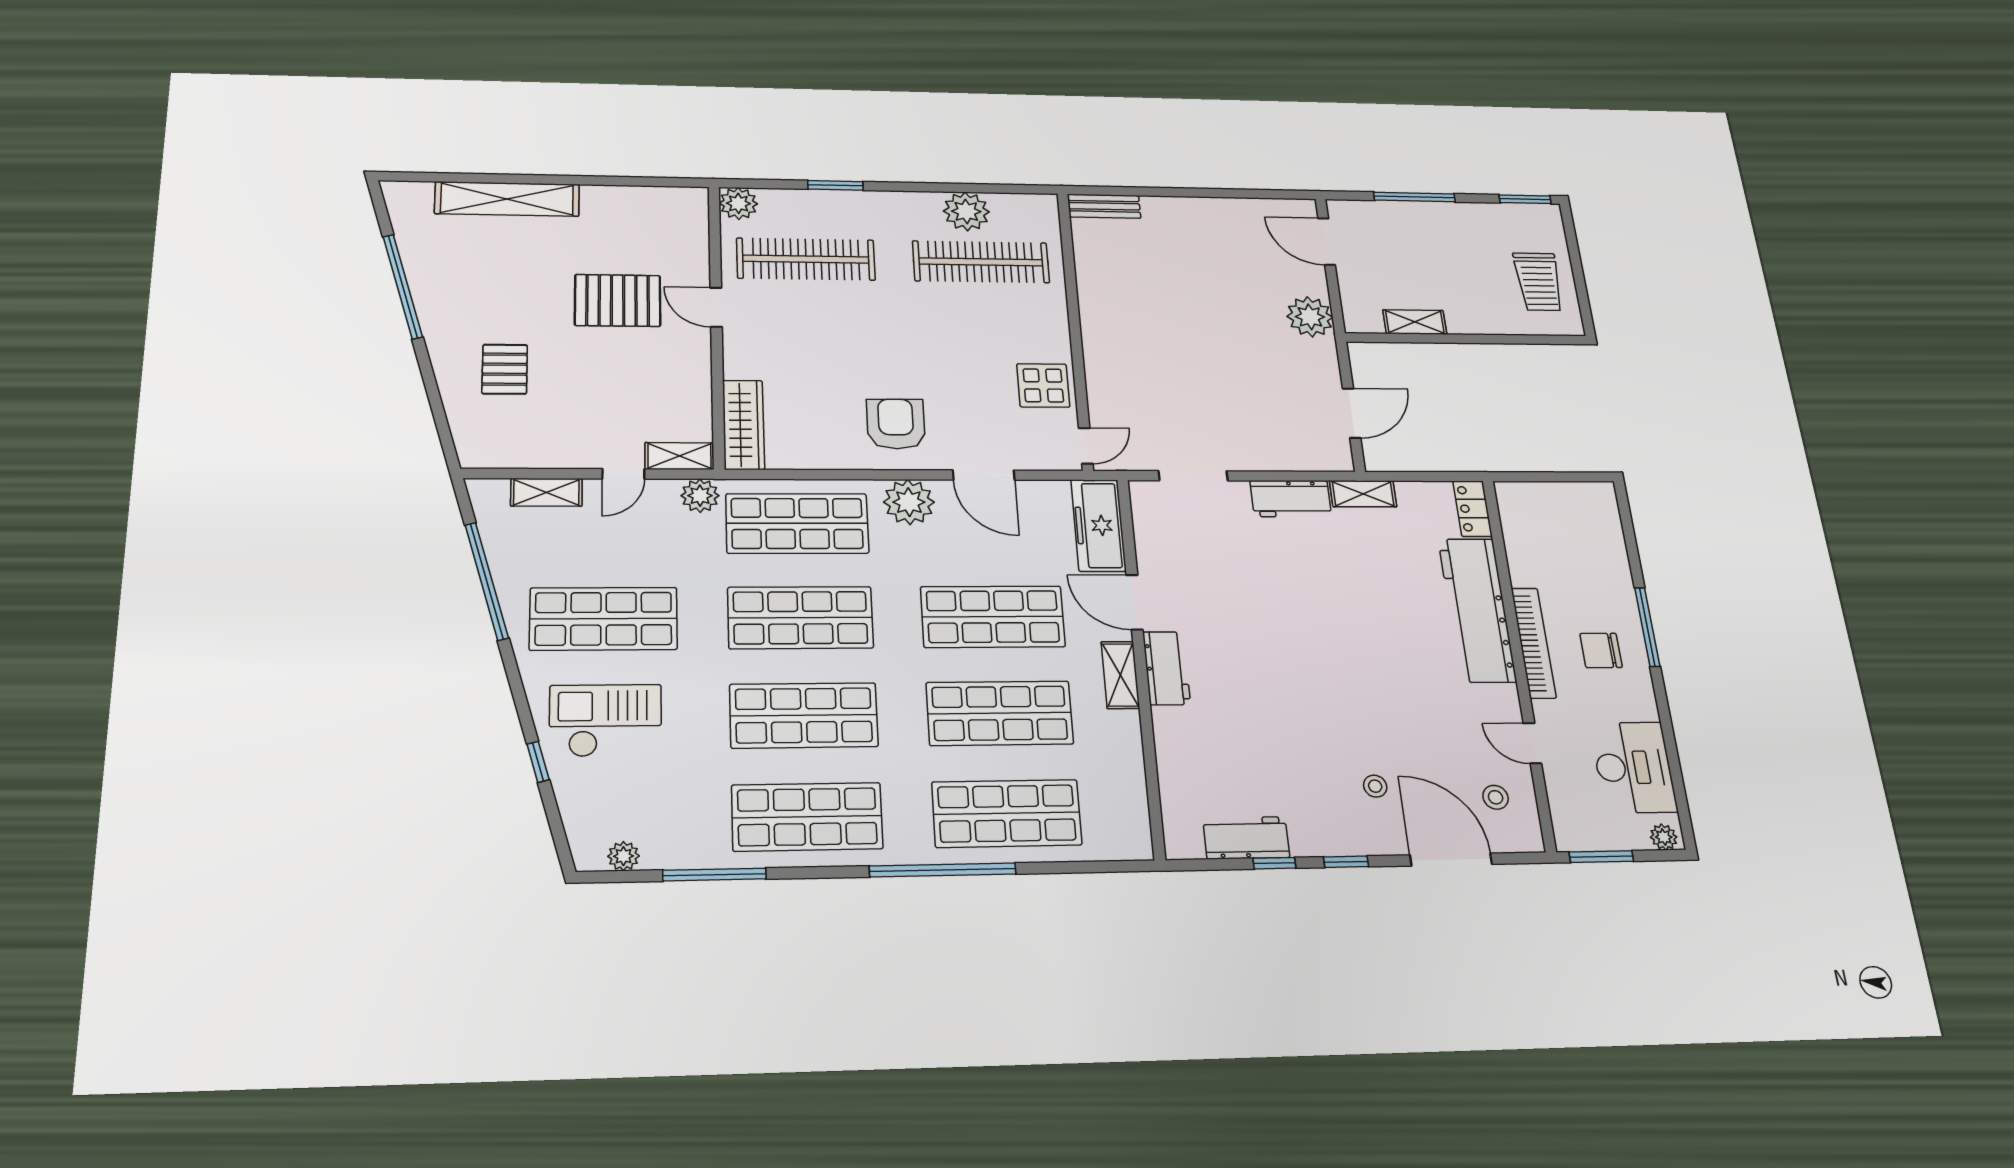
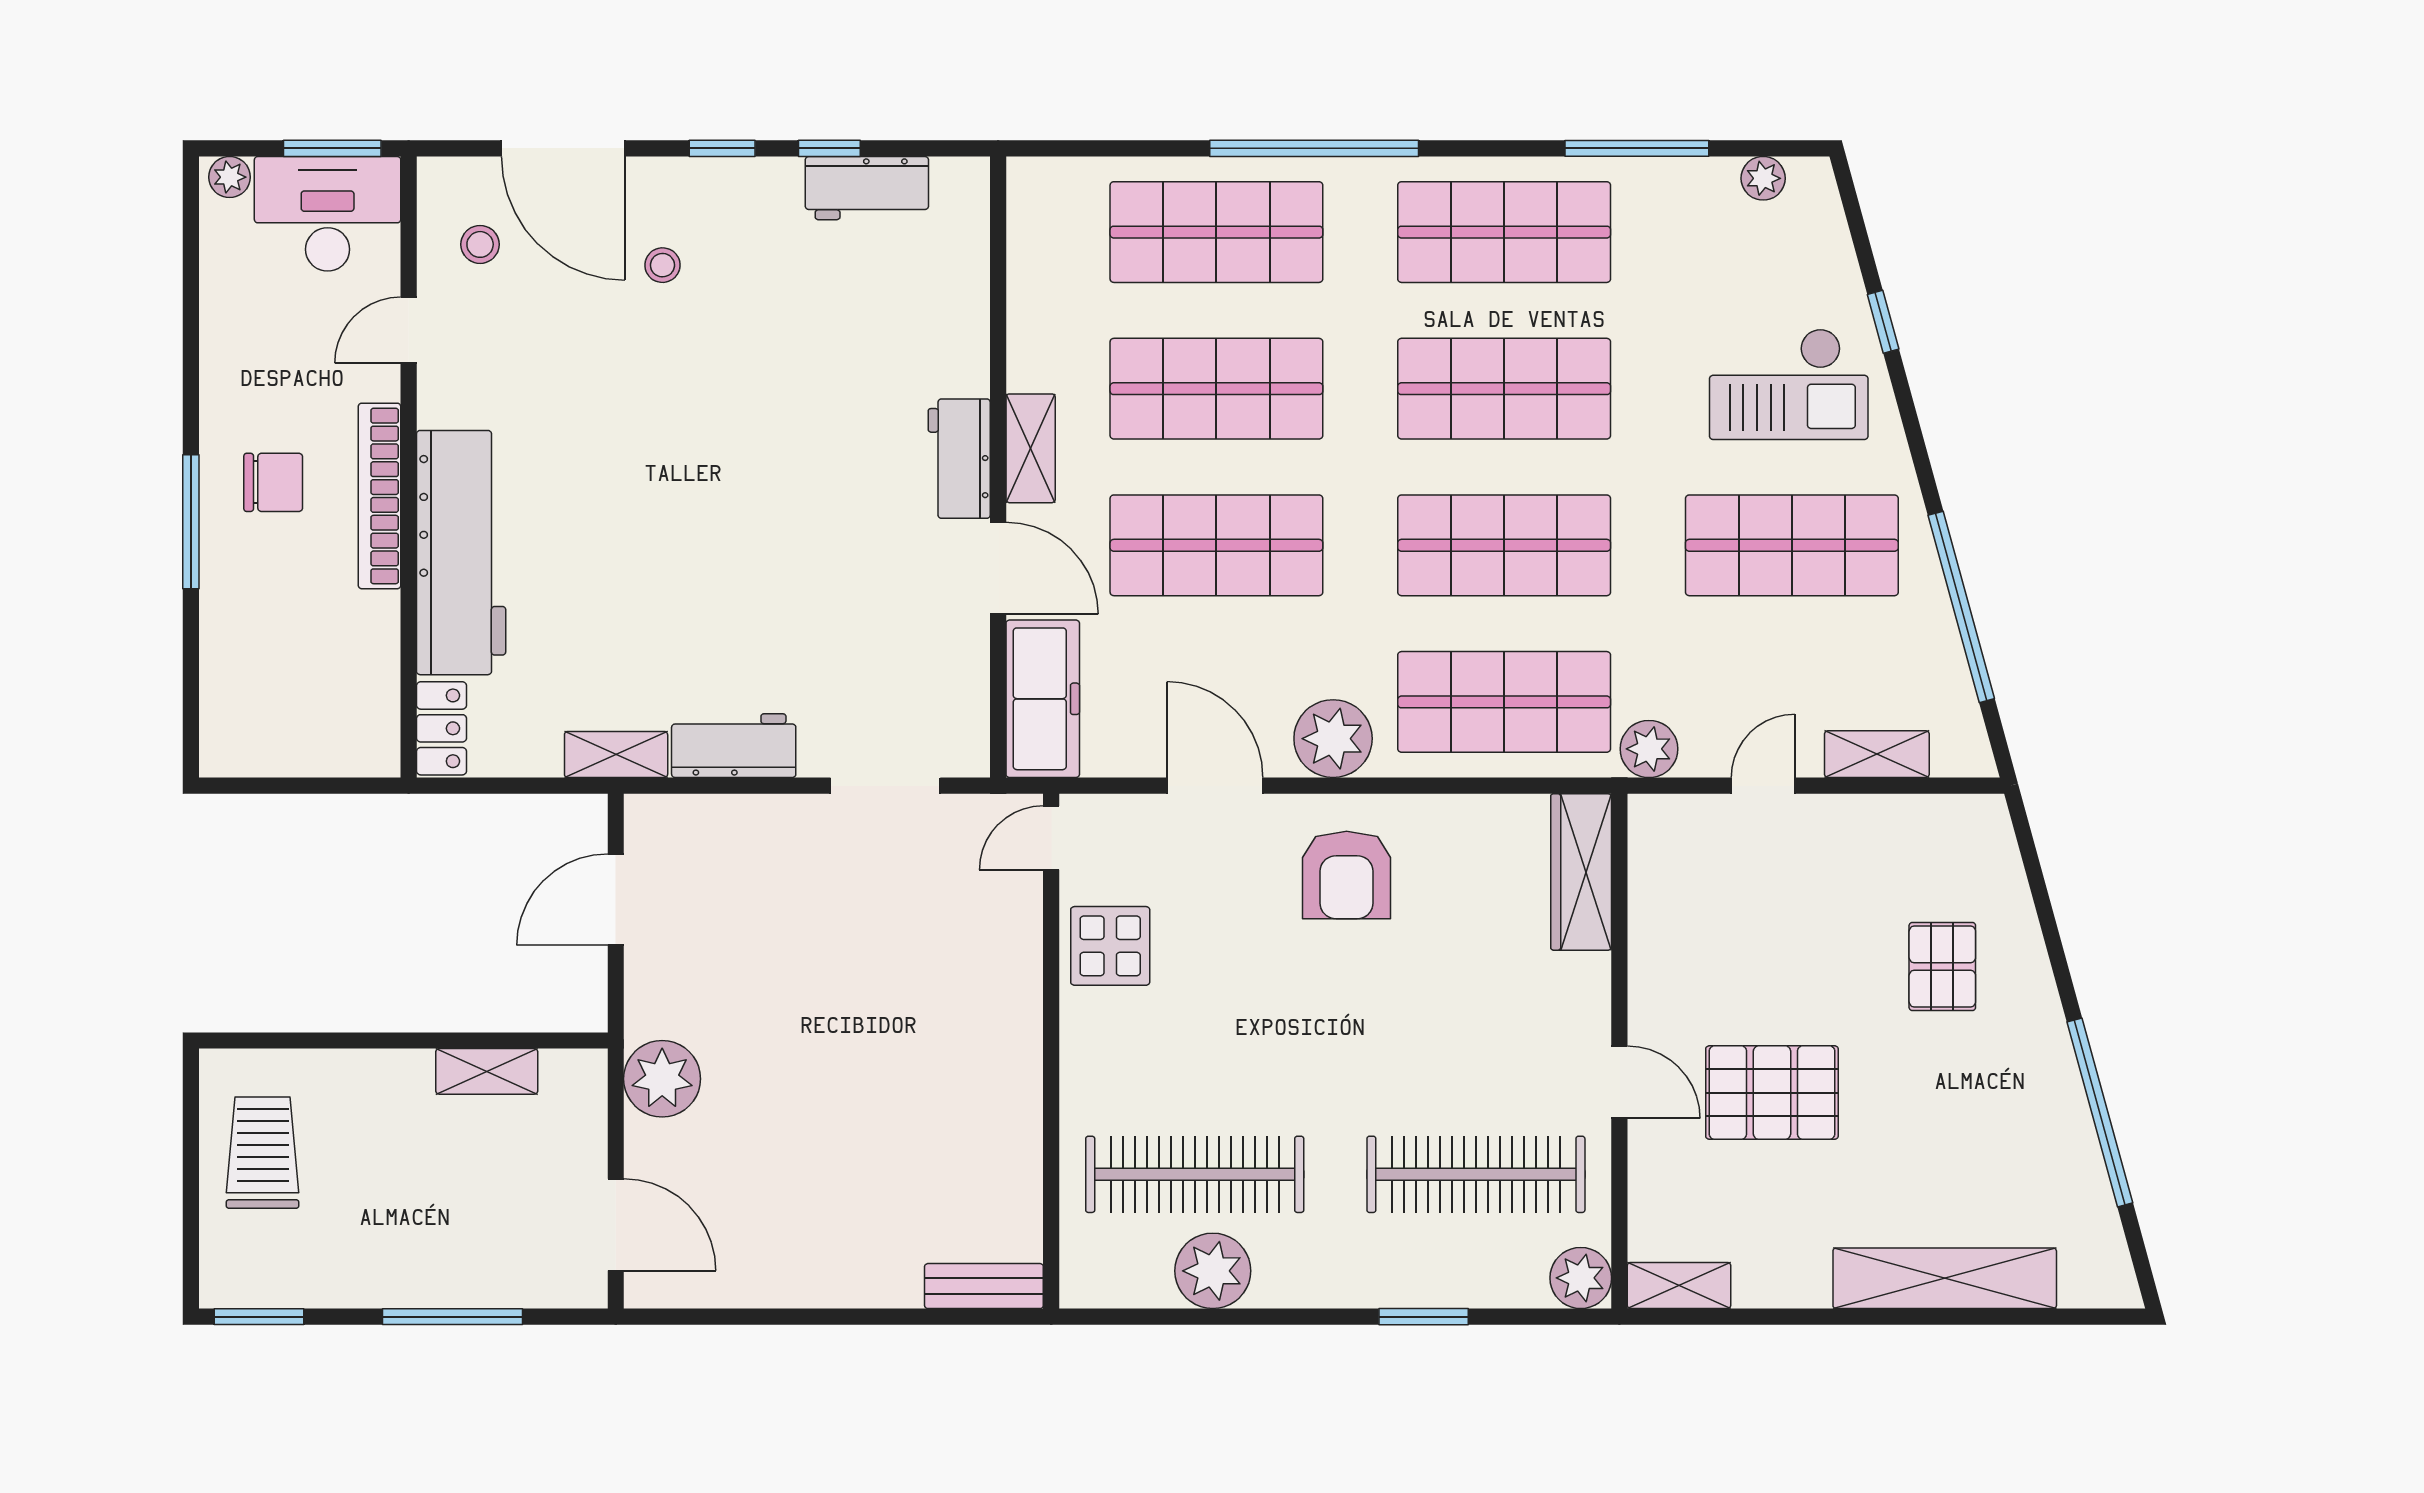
shelving: (679, 456) -> (1679, 1285), moved
door: (1532, 743) -> (409, 330), swing flipped
desk: (1633, 767) -> (328, 214), moved, turned 90

